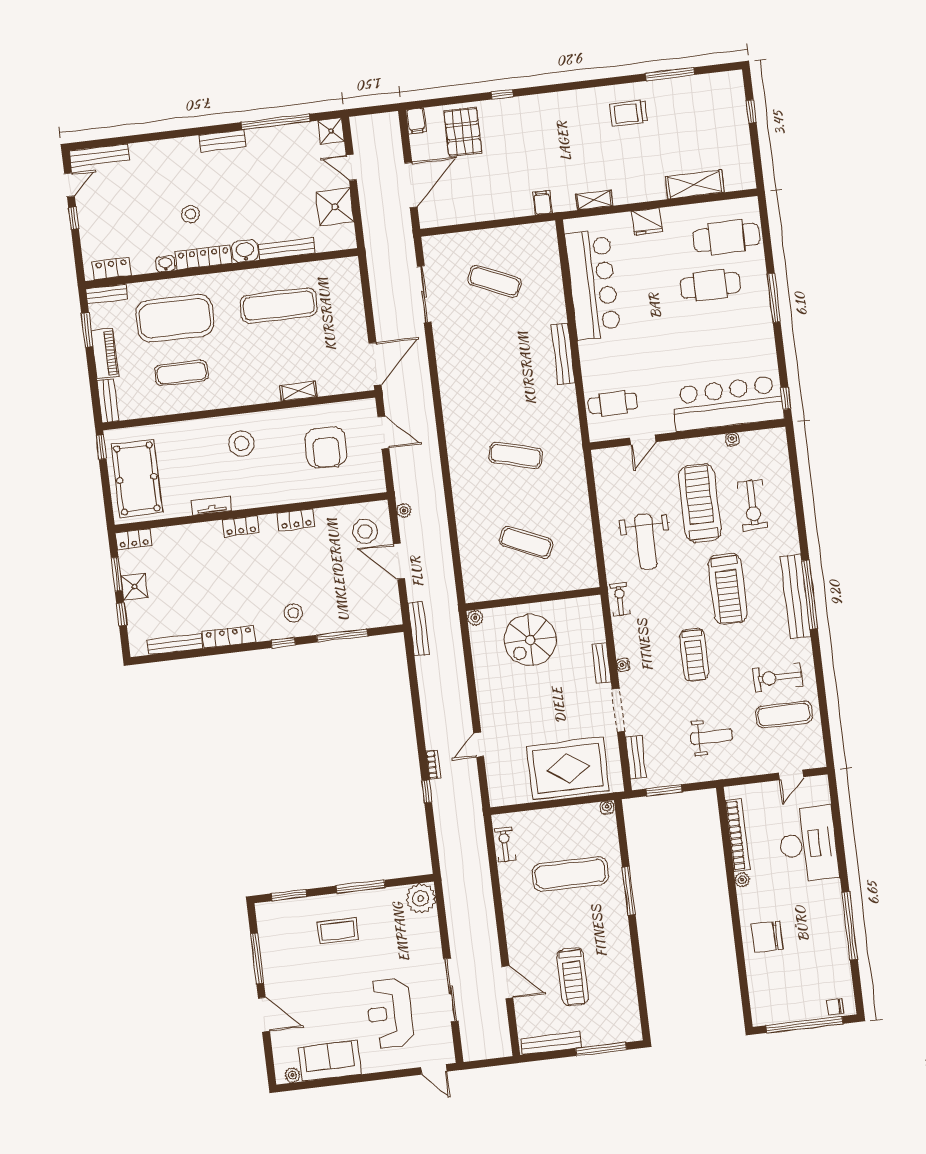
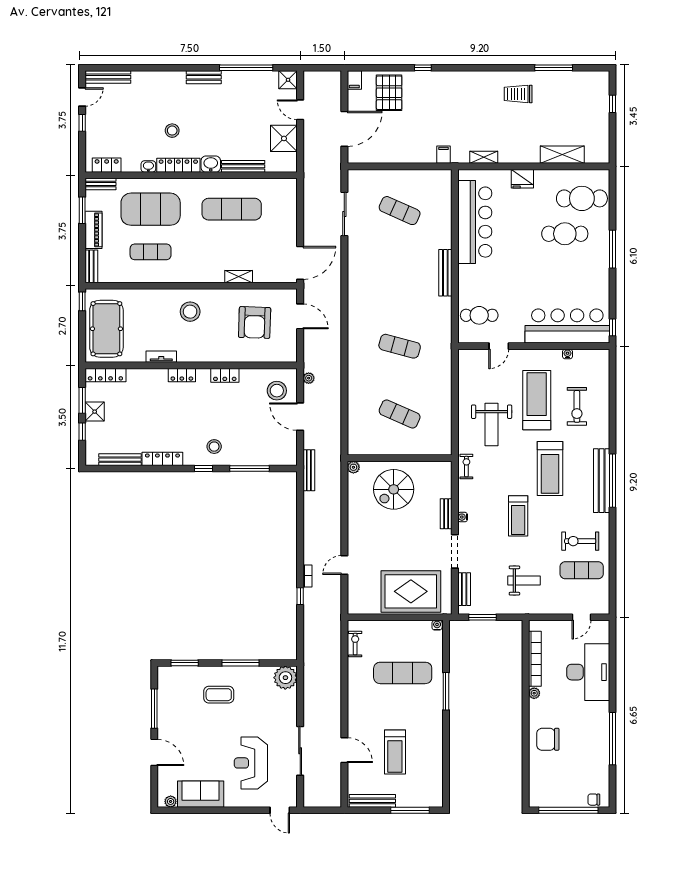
locker: (134, 539) -> (105, 375), width x1.53

